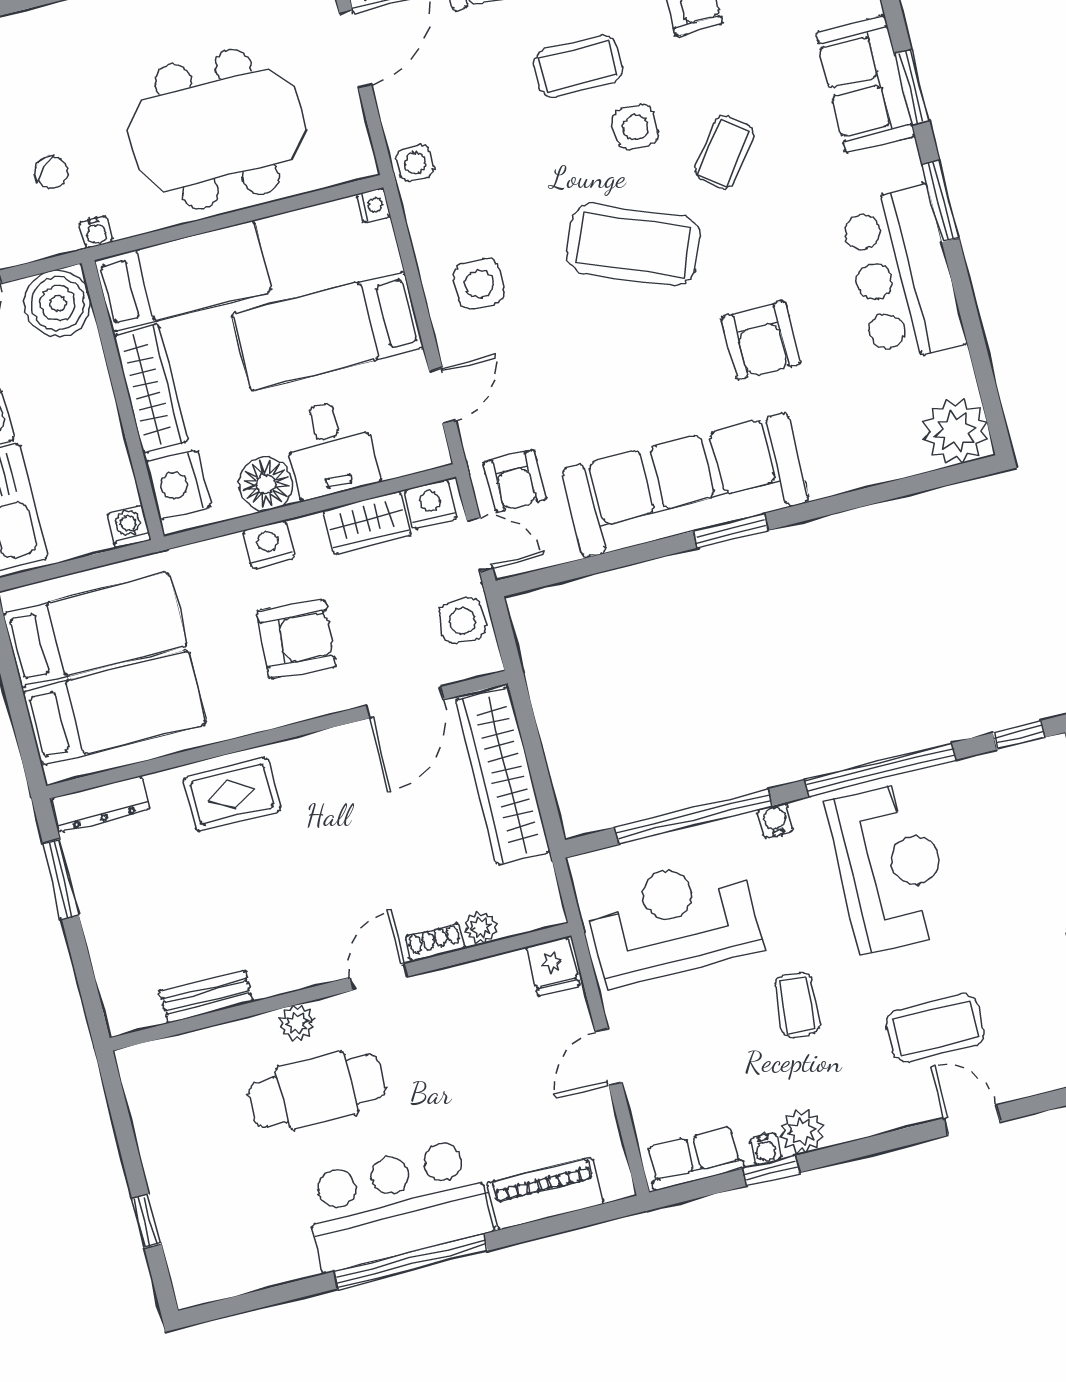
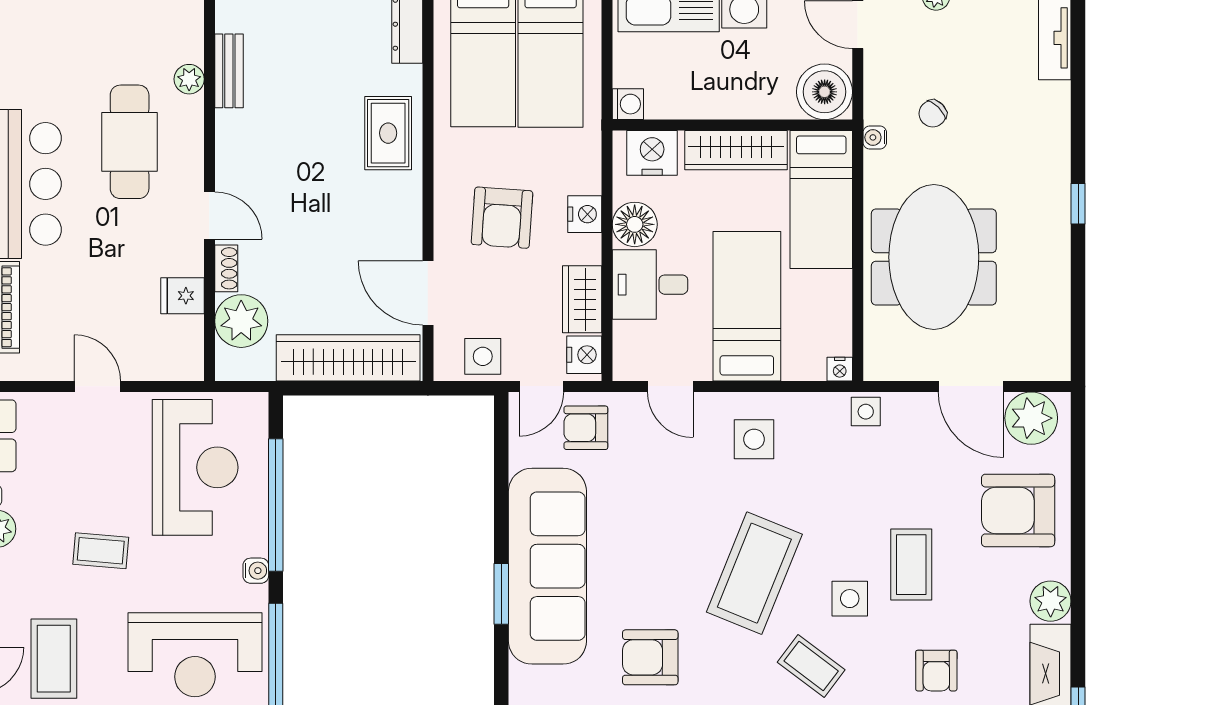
plant: (481, 928) -> (241, 321), width x1.87, depth x1.87
fridge: (553, 966) -> (182, 296), moved
plant: (297, 1023) -> (189, 79), moved

